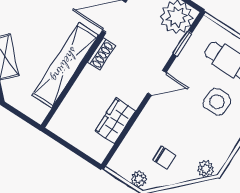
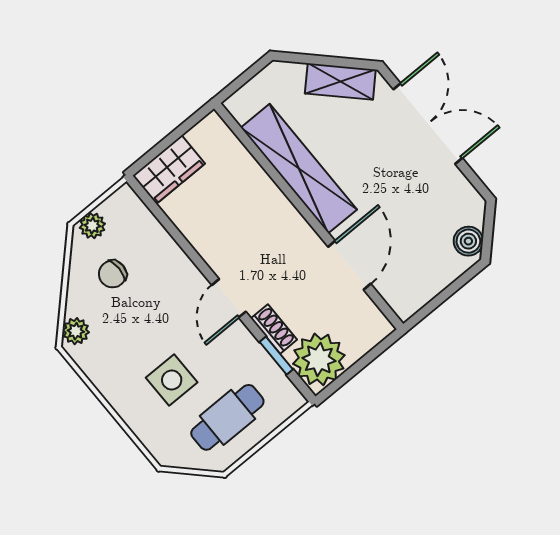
shoe rack: (101, 54) -> (274, 329), moved, turned 180
wardrobe: (115, 121) -> (169, 170), moved, turned 90

